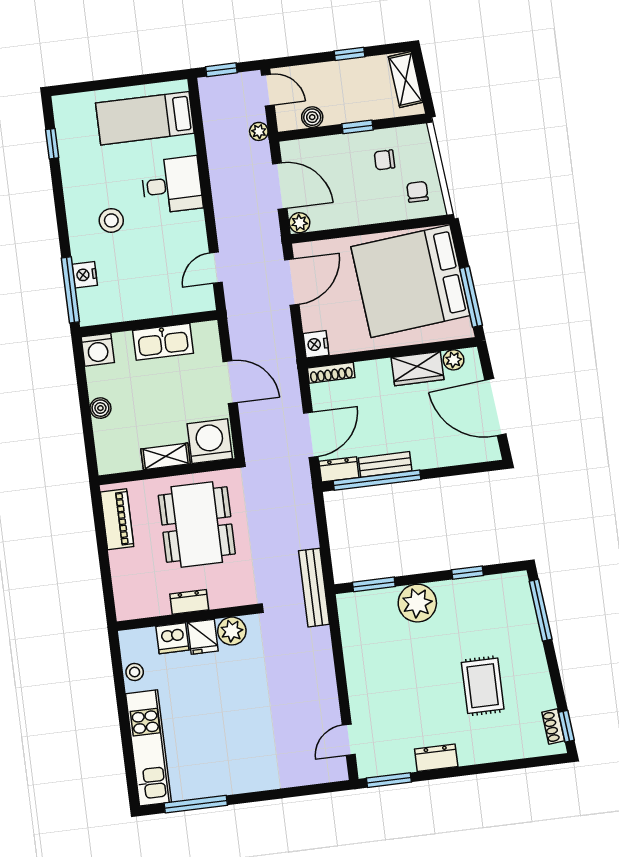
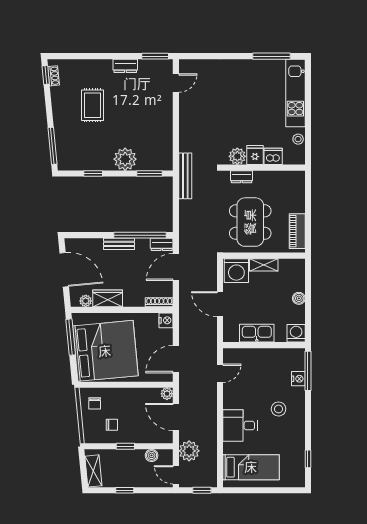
plant: (259, 131) -> (189, 451), width x1.88, depth x1.88
bench: (385, 464) -> (119, 244), moved
dresser: (189, 602) -> (242, 177), moved

